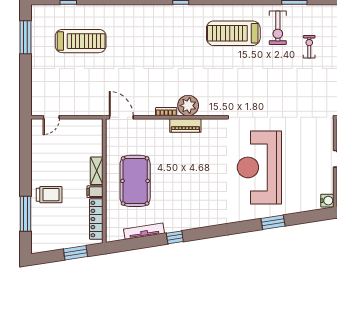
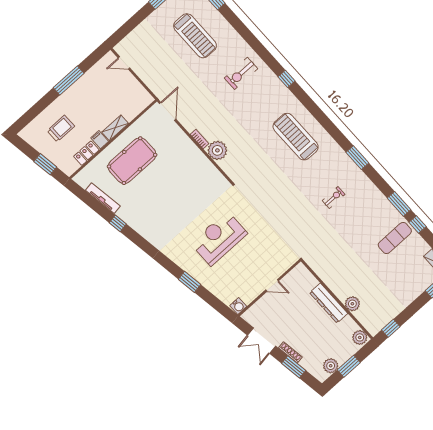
exercise bike: (278, 28) -> (241, 73), moved
piano: (185, 125) -> (202, 161), removed
reception desk: (259, 167) -> (219, 238), width x0.74, depth x0.77
trolley: (49, 195) -> (61, 128), moved, turned -90
window: (26, 214) -> (69, 80), moved
locker: (96, 219) -> (86, 153), width x0.66

